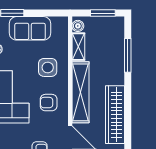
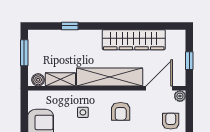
window: (128, 55) -> (70, 26), width x0.46
side table: (48, 67) -> (83, 112), width x0.54, depth x0.54

